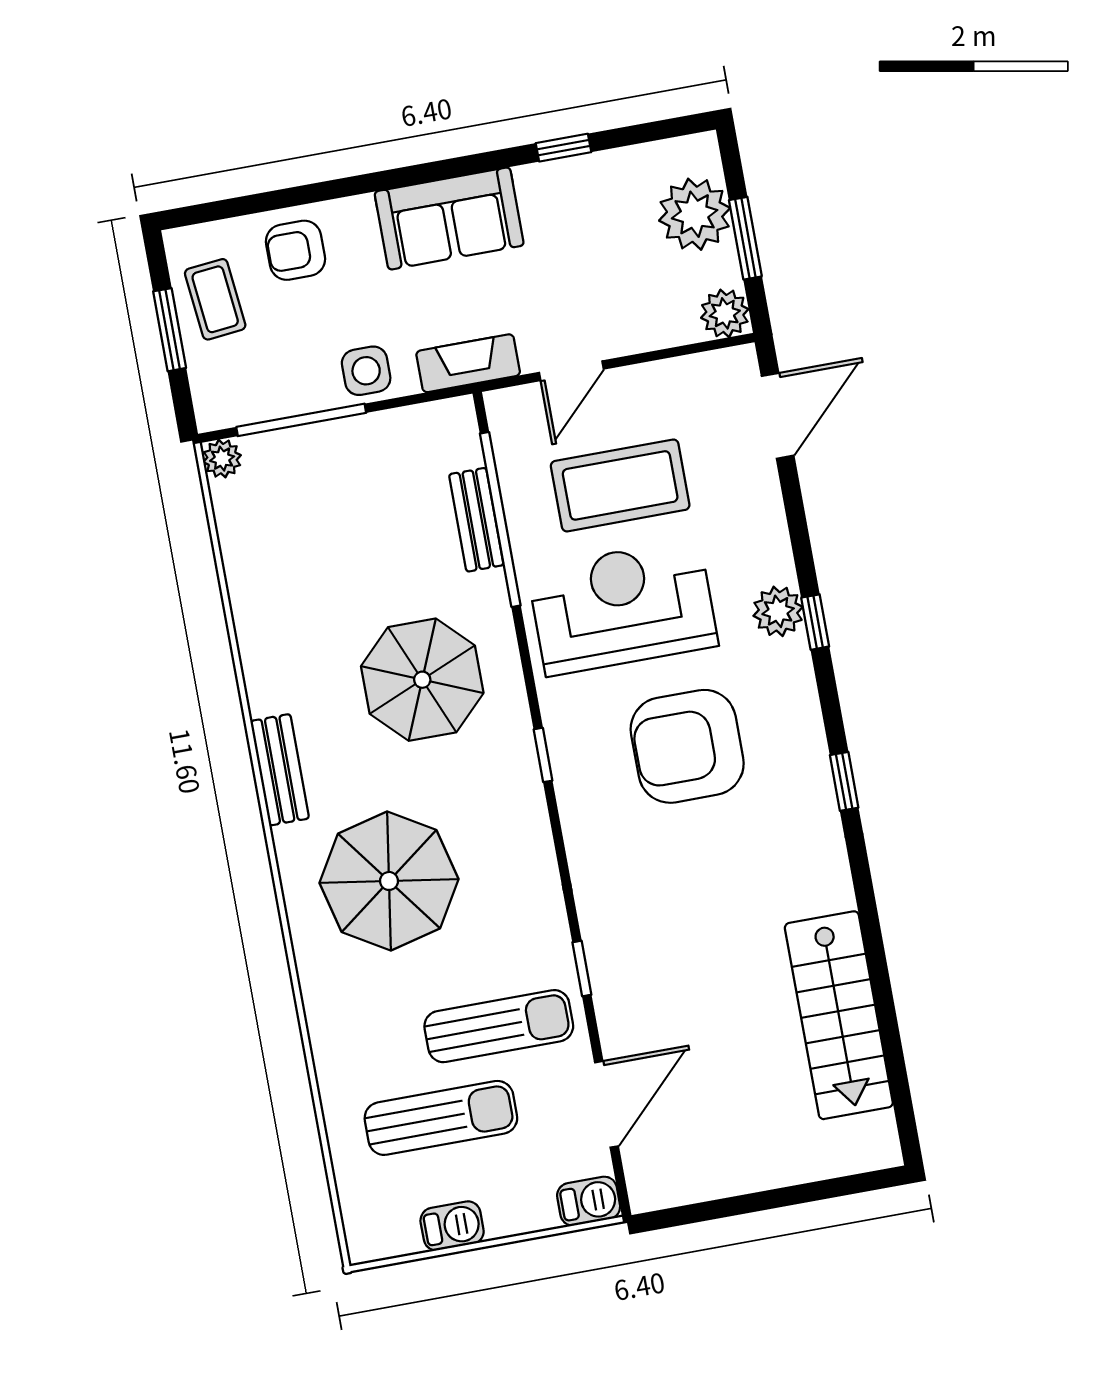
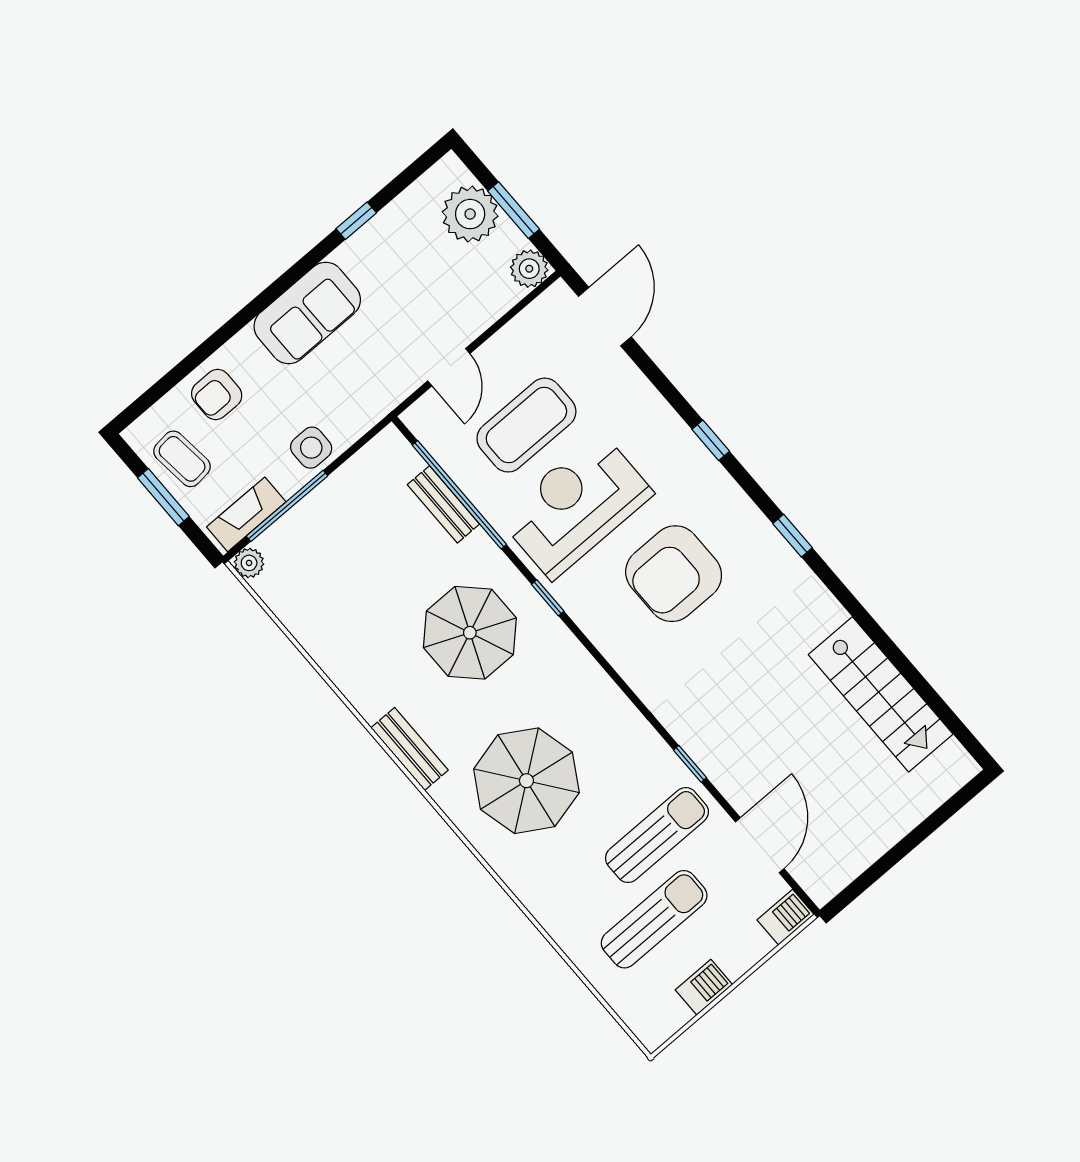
fireplace: (468, 363) -> (246, 514), moved
plant: (778, 611) -> (682, 448), removed
window: (543, 755) -> (548, 598), moved

